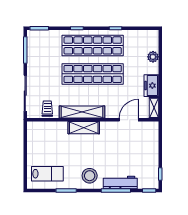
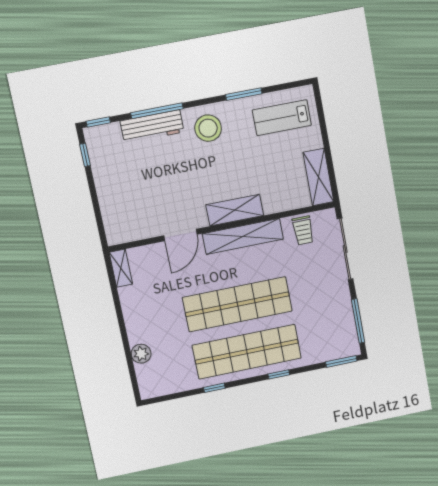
freezer: (151, 86) -> (133, 305), removed
door: (129, 120) -> (180, 235), moved
shelving: (33, 137) -> (318, 177), added

